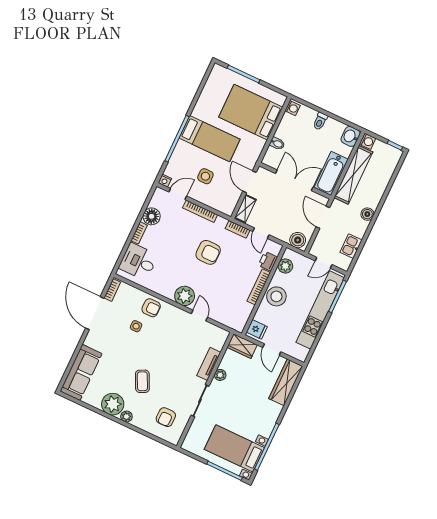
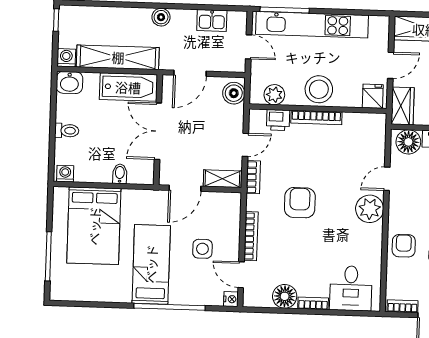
floor lamp: (217, 340) -> (408, 142), added

